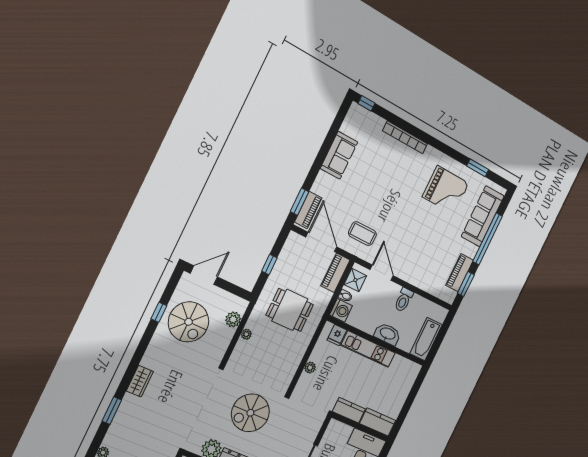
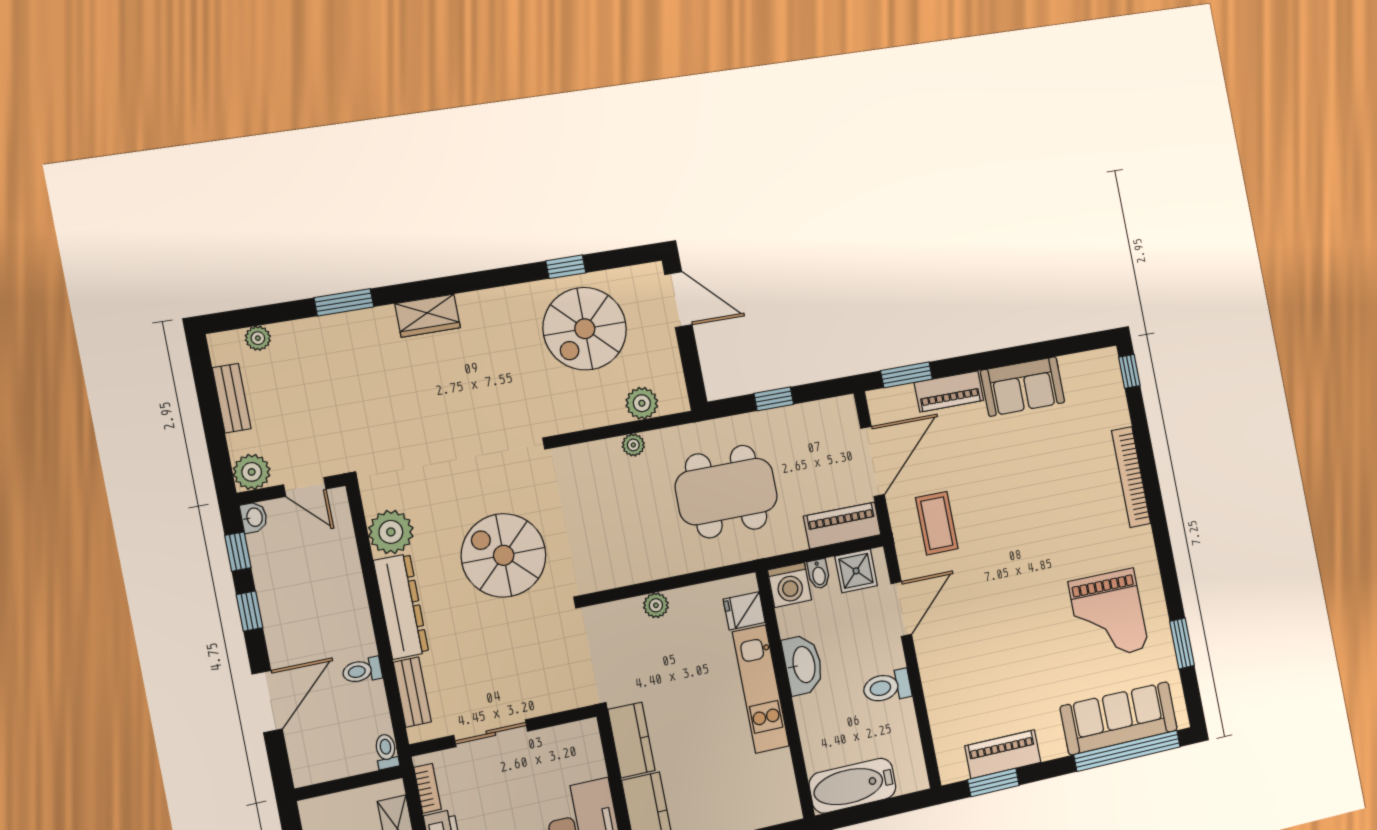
piano: (308, 210) -> (949, 391), moved
window: (488, 239) -> (1127, 751), moved
dining table: (290, 310) -> (726, 492), width x1.37
washbasin: (388, 334) -> (803, 665), moved

